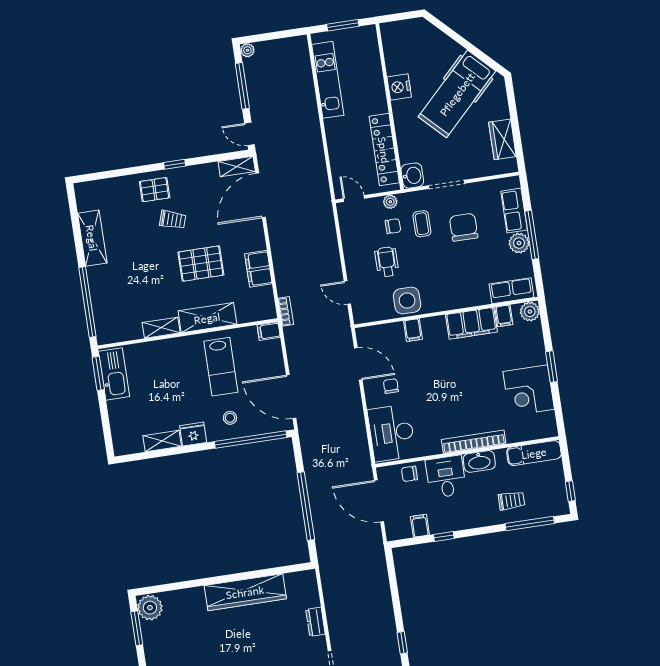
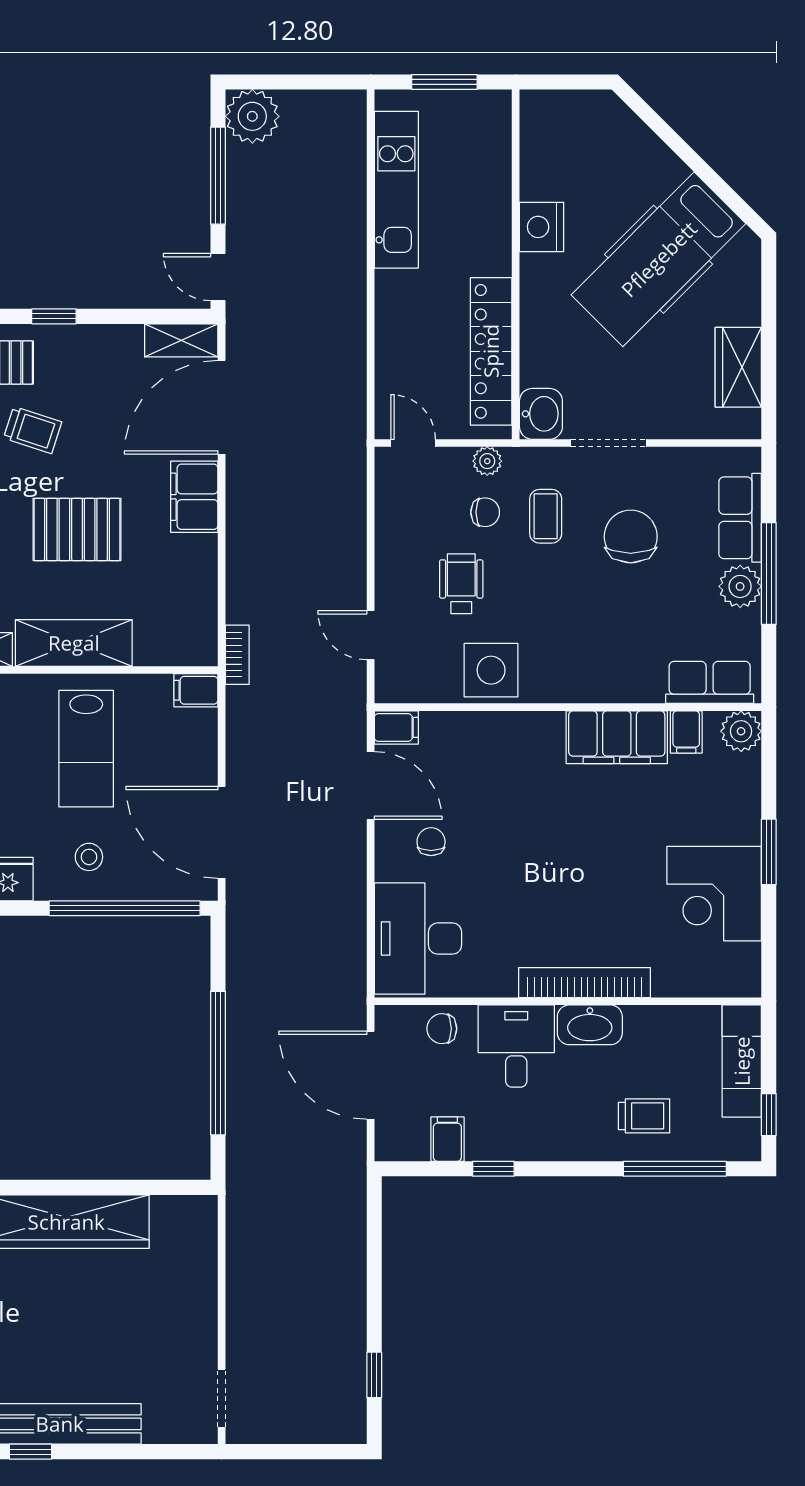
plant: (247, 50) -> (252, 116), width x1.88, depth x1.88
filing cabinet: (258, 269) -> (194, 497), moved
filing cabinet: (413, 330) -> (396, 727), moved, turned -90
exam couch: (534, 453) -> (742, 1061), moved, turned 90
dresser: (315, 622) -> (202, 1305), removed

